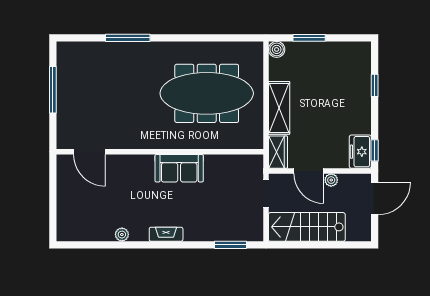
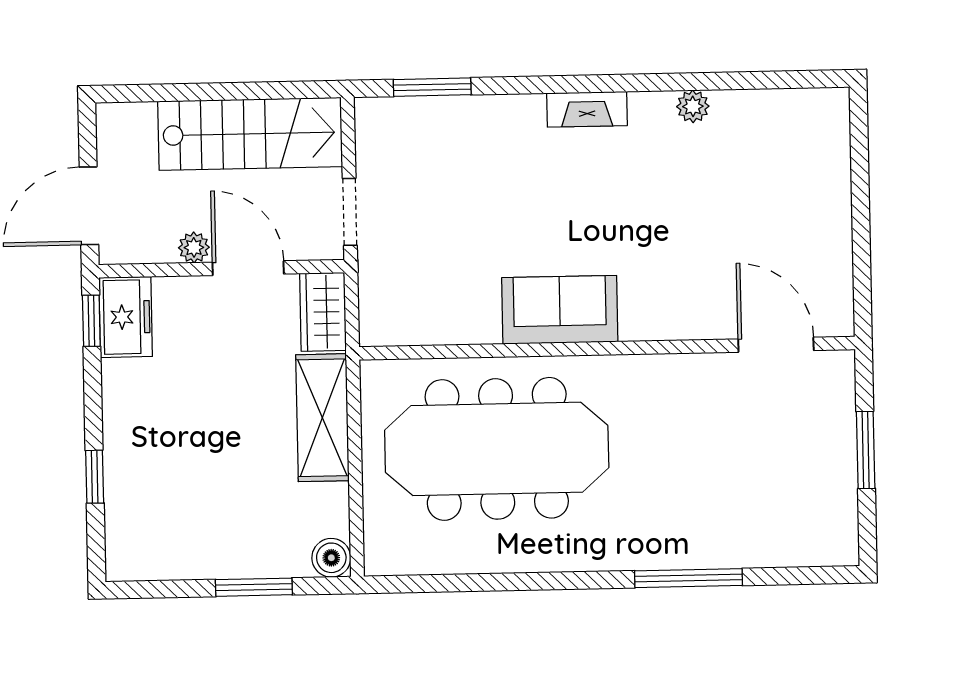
window: (53, 90) -> (866, 450), width x0.69
door: (89, 152) -> (776, 345), moved
wall: (160, 152) -> (607, 348), moved
sofa: (179, 168) -> (560, 310), moved

